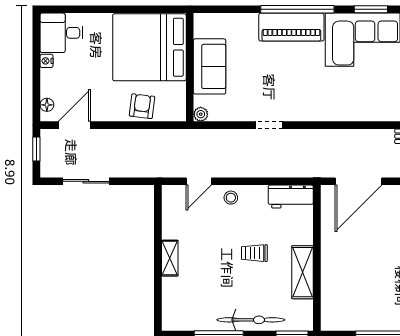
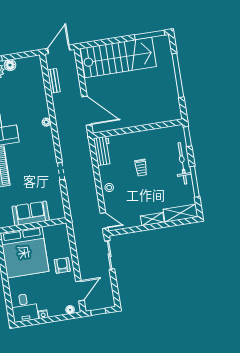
armchair: (142, 106) -> (62, 265), moved, turned 83
plant: (201, 114) -> (46, 122), moved
door: (74, 125) -> (80, 291), swing flipped
sliding door: (86, 181) -> (110, 255), moved
door: (199, 181) -> (104, 220), moved
shelving: (303, 272) -> (180, 213), moved

